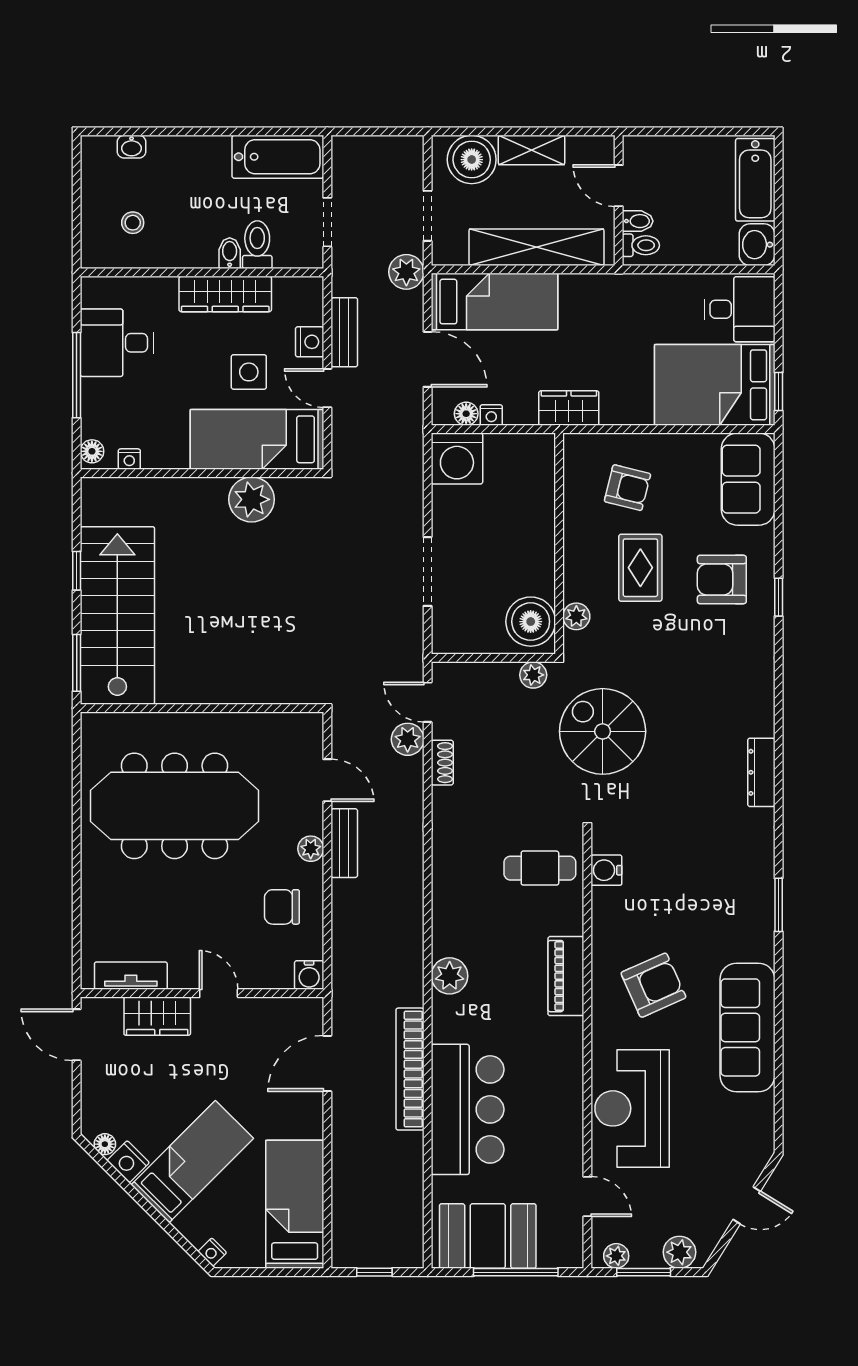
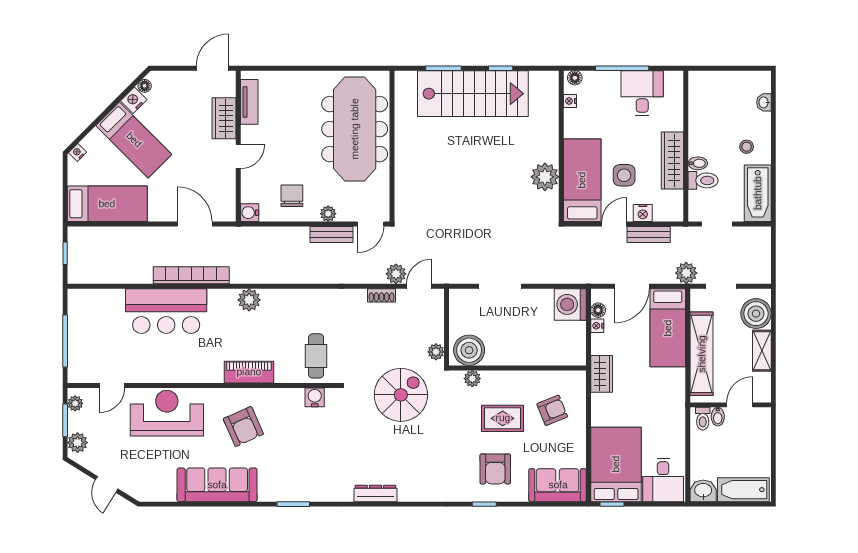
stool: (133, 223) -> (747, 147), moved
armchair: (627, 488) -> (552, 410), turned -126
armchair: (722, 579) -> (495, 469), turned 180
wall: (202, 708) -> (392, 146), moved
booth: (488, 1236) -> (88, 324), removed

